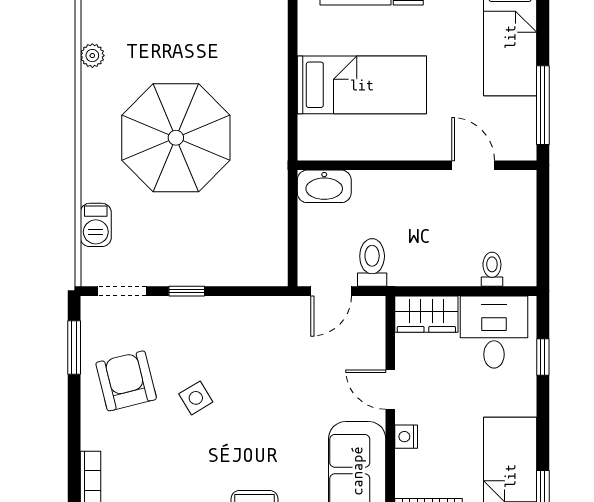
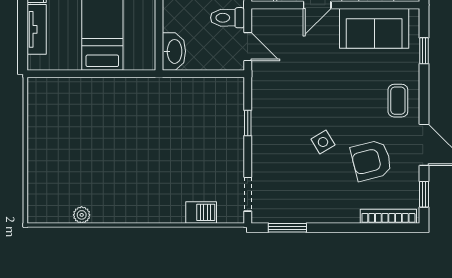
parasol: (176, 138) -> (140, 156), removed
window: (187, 291) -> (248, 123), moved
armchair: (126, 381) -> (371, 160), moved

